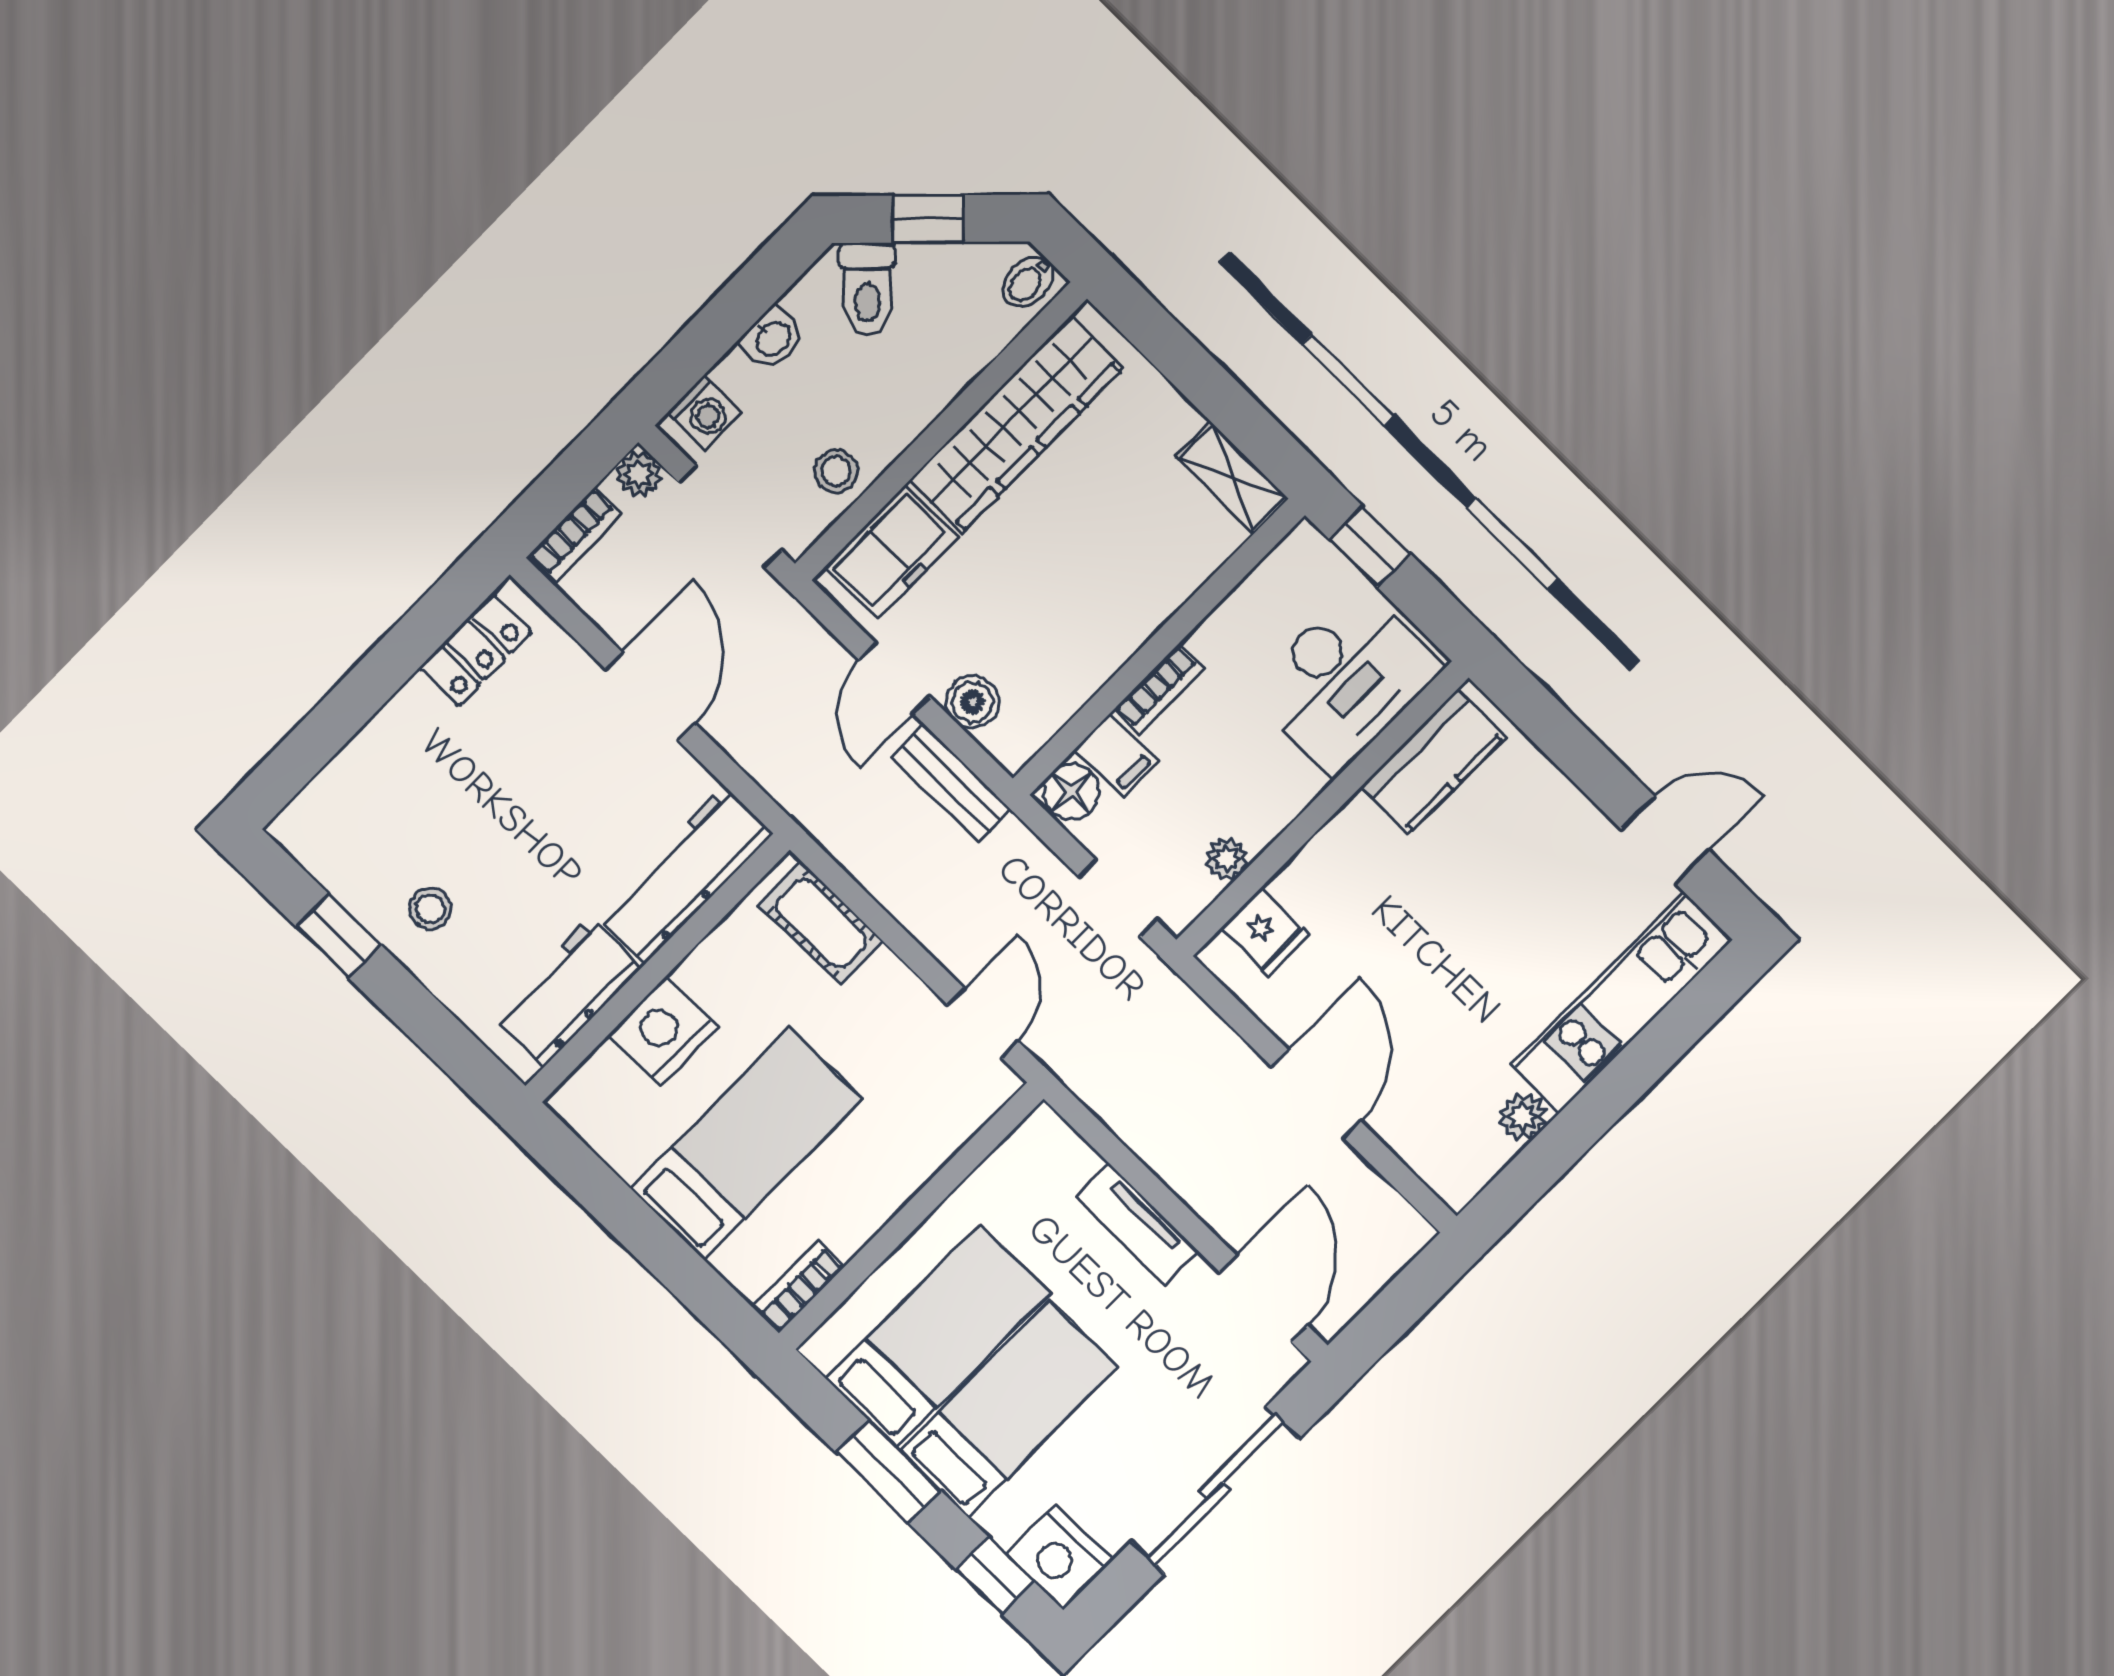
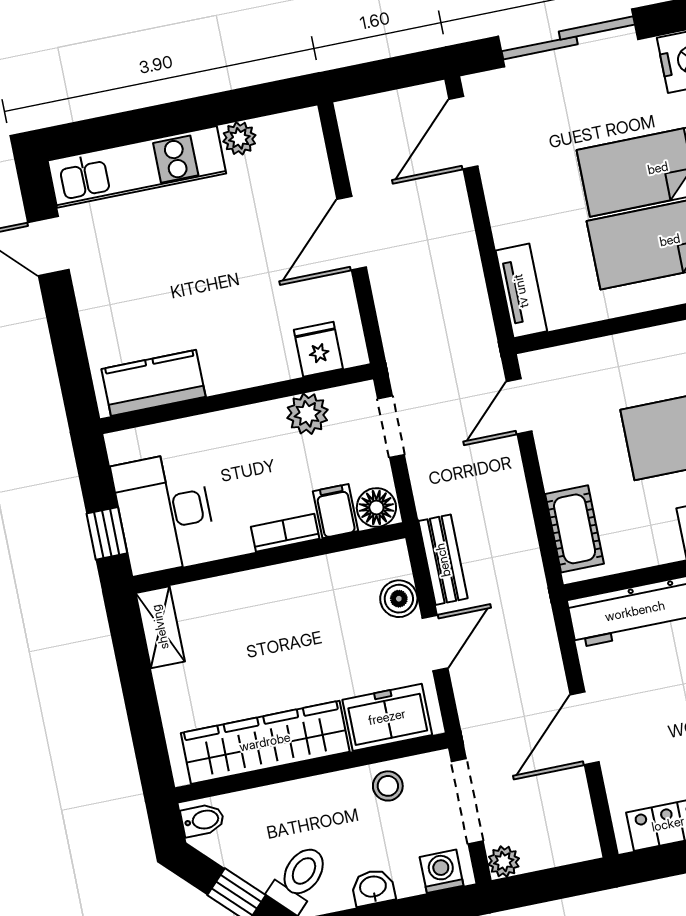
bookcase: (575, 535) -> (565, 851), removed
desk: (1345, 680) -> (165, 513), moved, turned -90
plant: (1227, 859) -> (307, 414), width x1.38, depth x1.38
tv unit: (1137, 1224) -> (521, 291), moved

